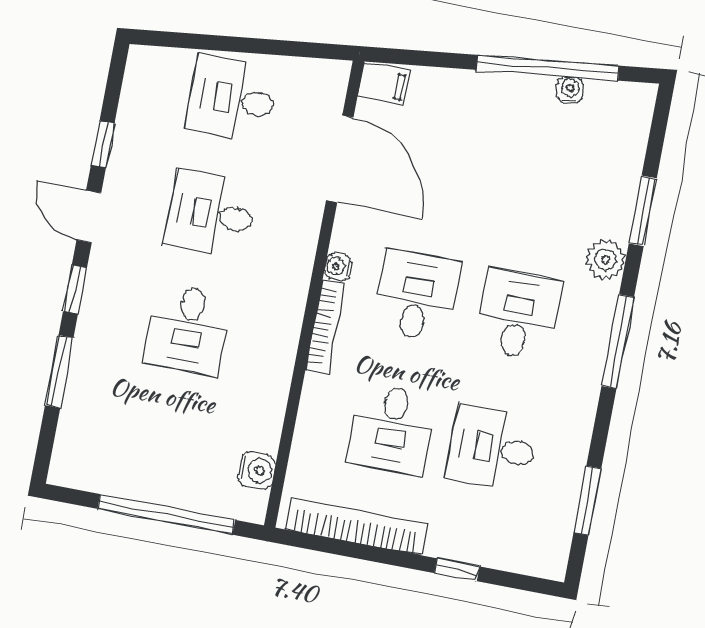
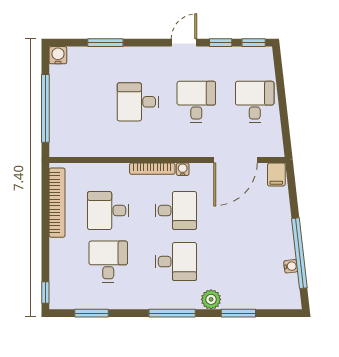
window: (75, 289) -> (254, 43), moved
water cooler: (257, 470) -> (58, 55), moved, turned 180
window: (457, 570) -> (45, 293), moved

